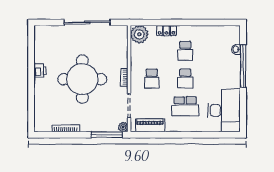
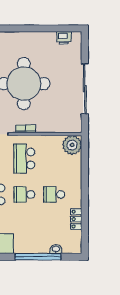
locker: (166, 31) -> (76, 219), moved
printer: (40, 71) -> (64, 38), moved
school desk: (152, 79) -> (24, 158), width x1.85

